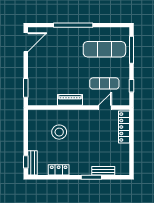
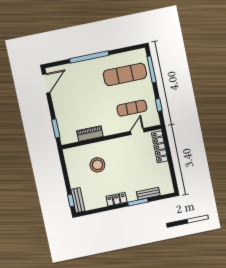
piano: (70, 100) -> (90, 134), moved
locker: (59, 170) -> (116, 199), moved

